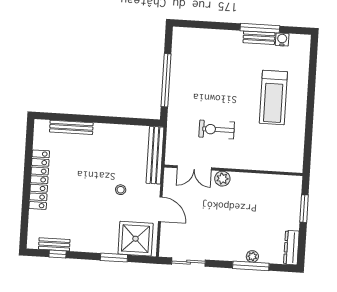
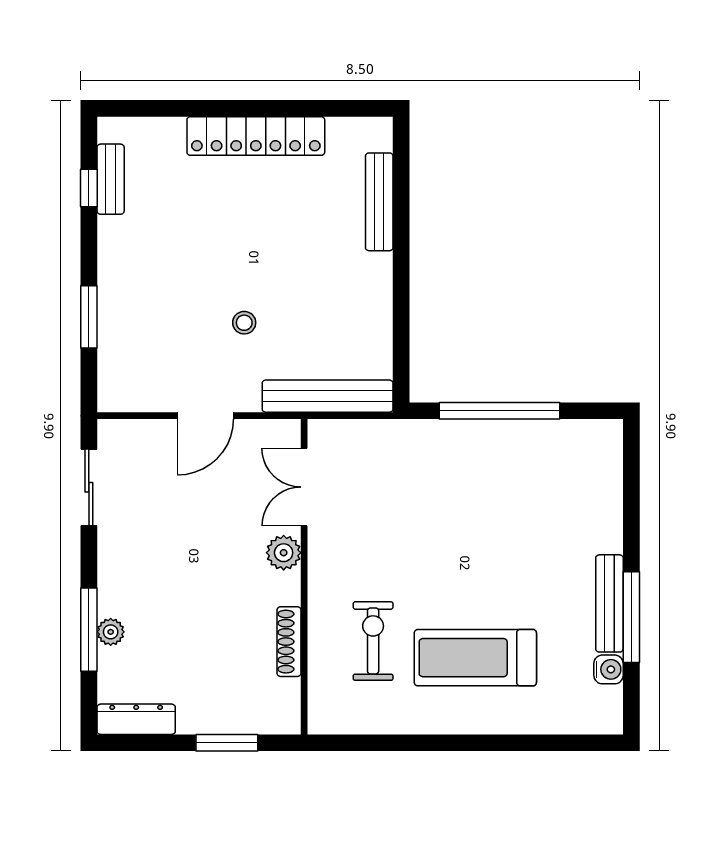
bench: (259, 38) -> (609, 603), width x1.36
exercise bike: (217, 130) -> (373, 641), moved
shoe rack: (261, 179) -> (289, 642), added
shower: (136, 239) -> (135, 363), removed

